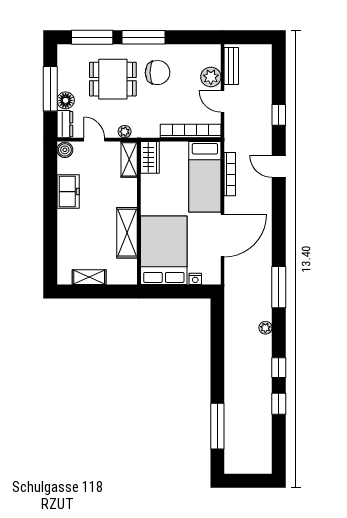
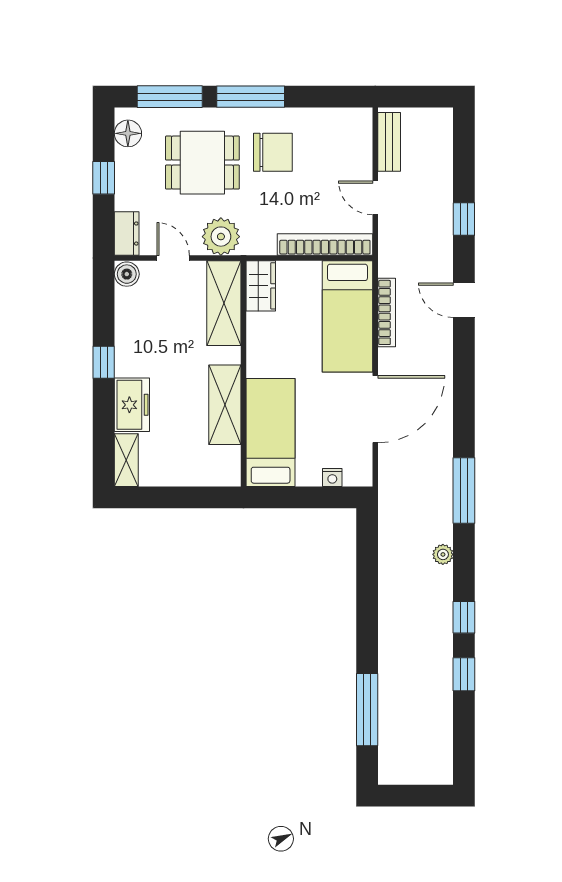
plant: (211, 77) -> (357, 159), removed
window: (50, 89) -> (104, 178), width x0.46
floor lamp: (66, 100) -> (128, 133), moved
plant: (125, 132) -> (221, 237), width x1.88, depth x1.88
shelving: (129, 159) -> (224, 303), width x1.50, depth x1.33
freezer: (68, 192) -> (132, 405), moved
window: (50, 206) -> (104, 362), added
bed: (164, 250) -> (271, 432), width x0.67
shelving: (89, 277) -> (126, 460), moved, turned 90

